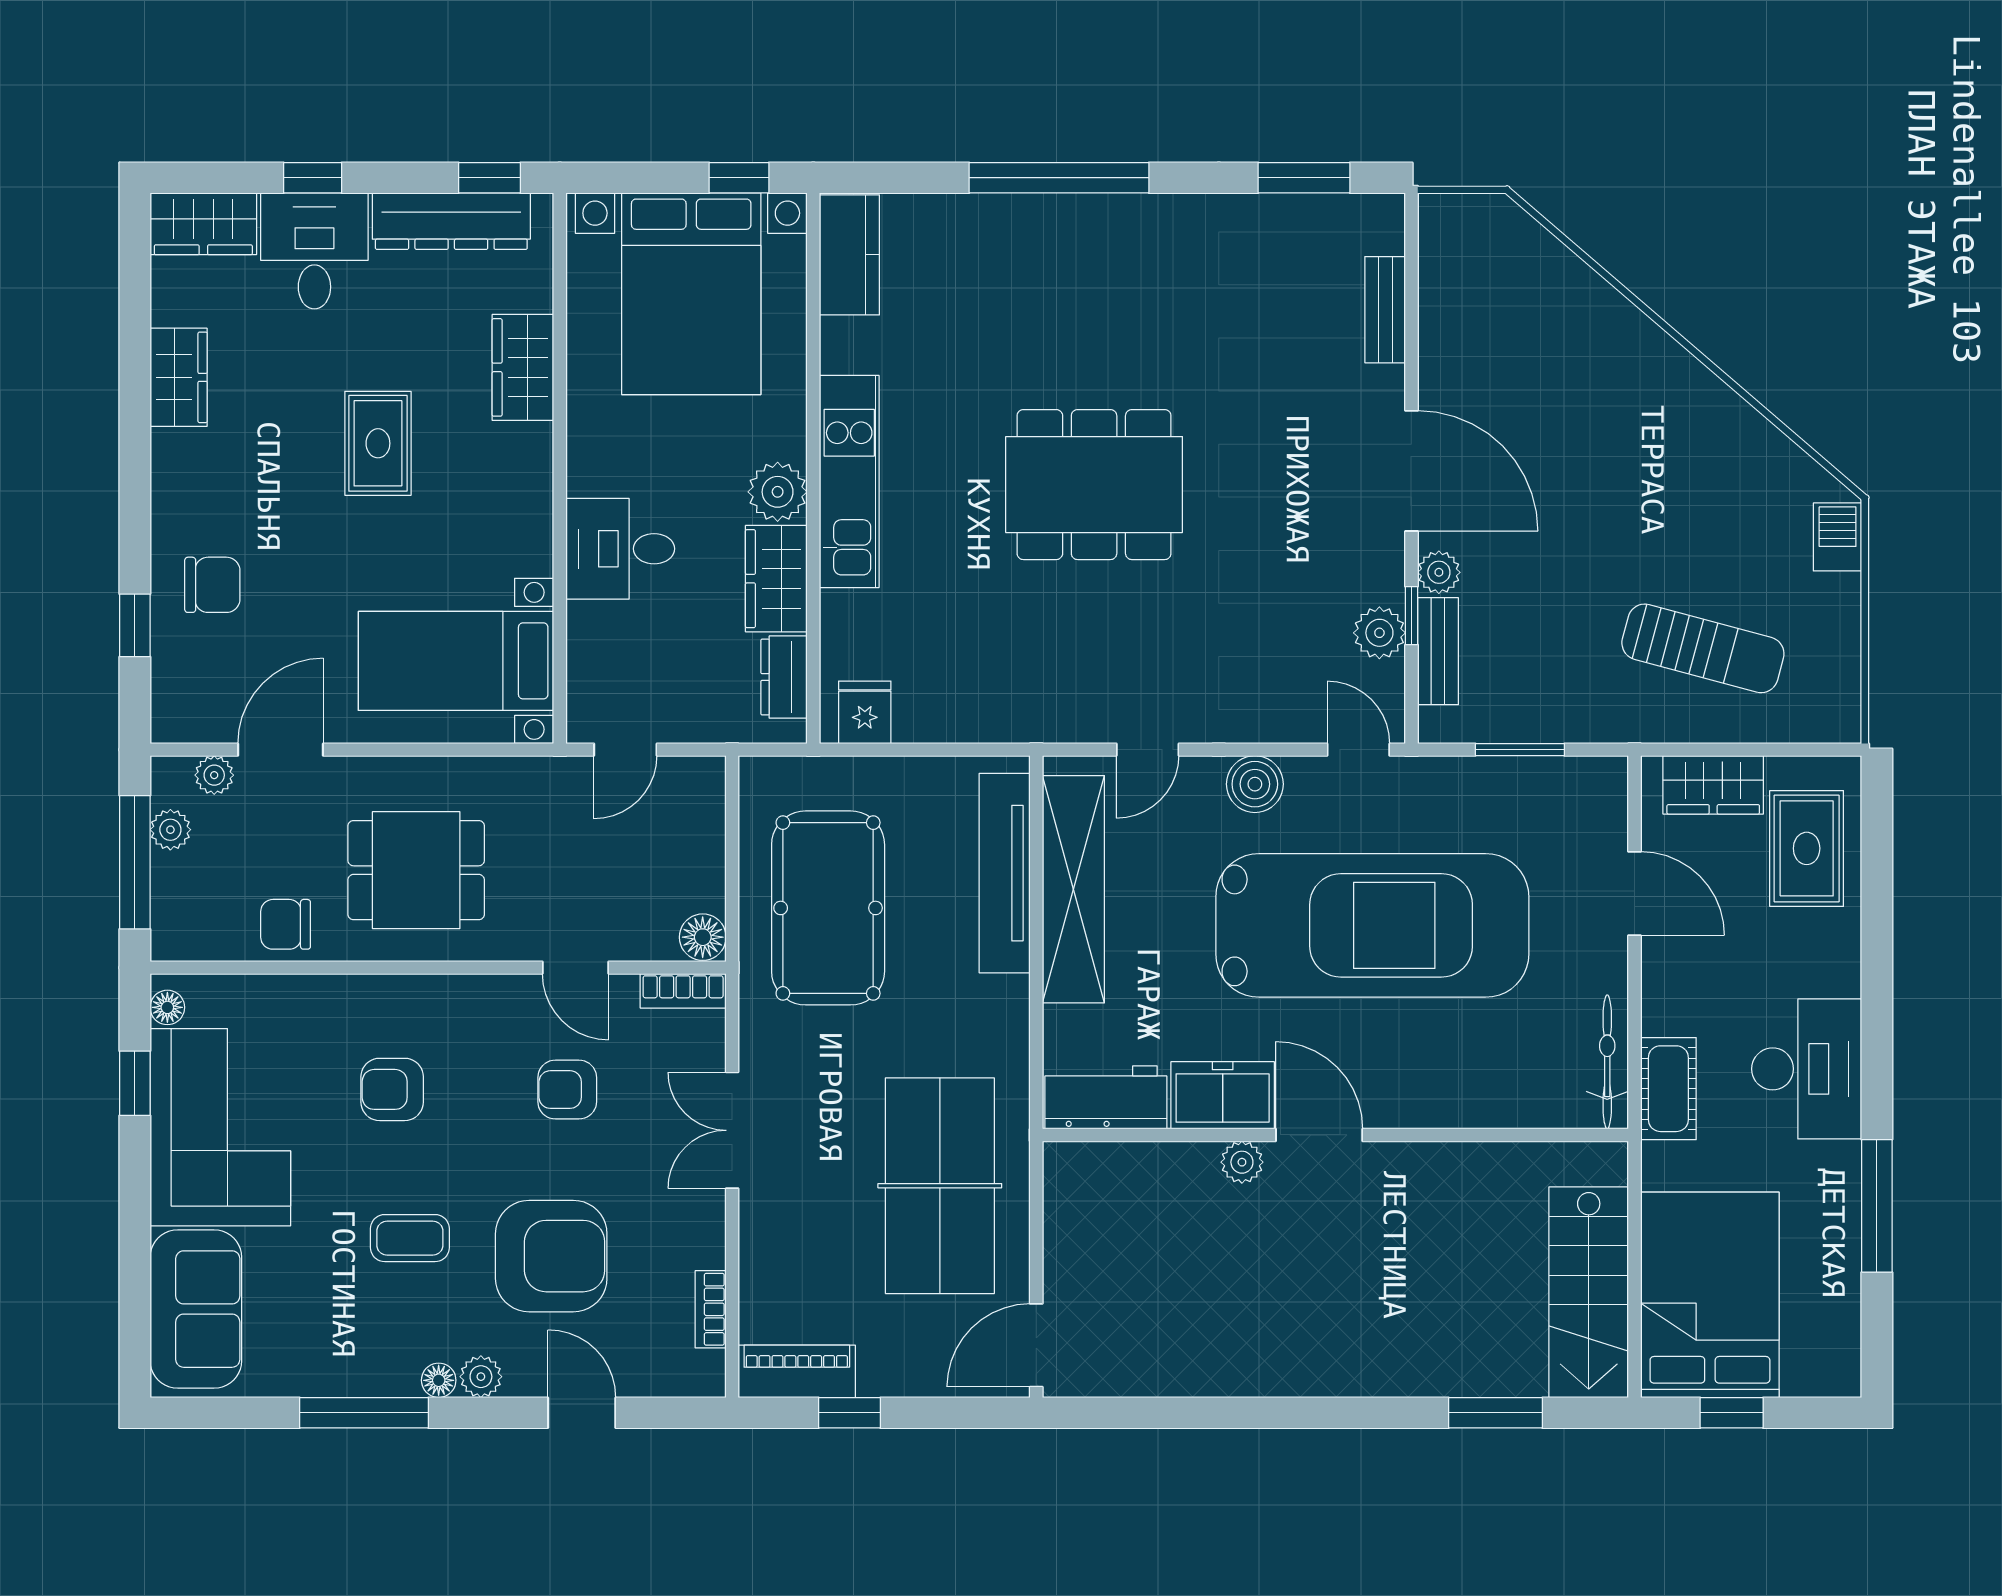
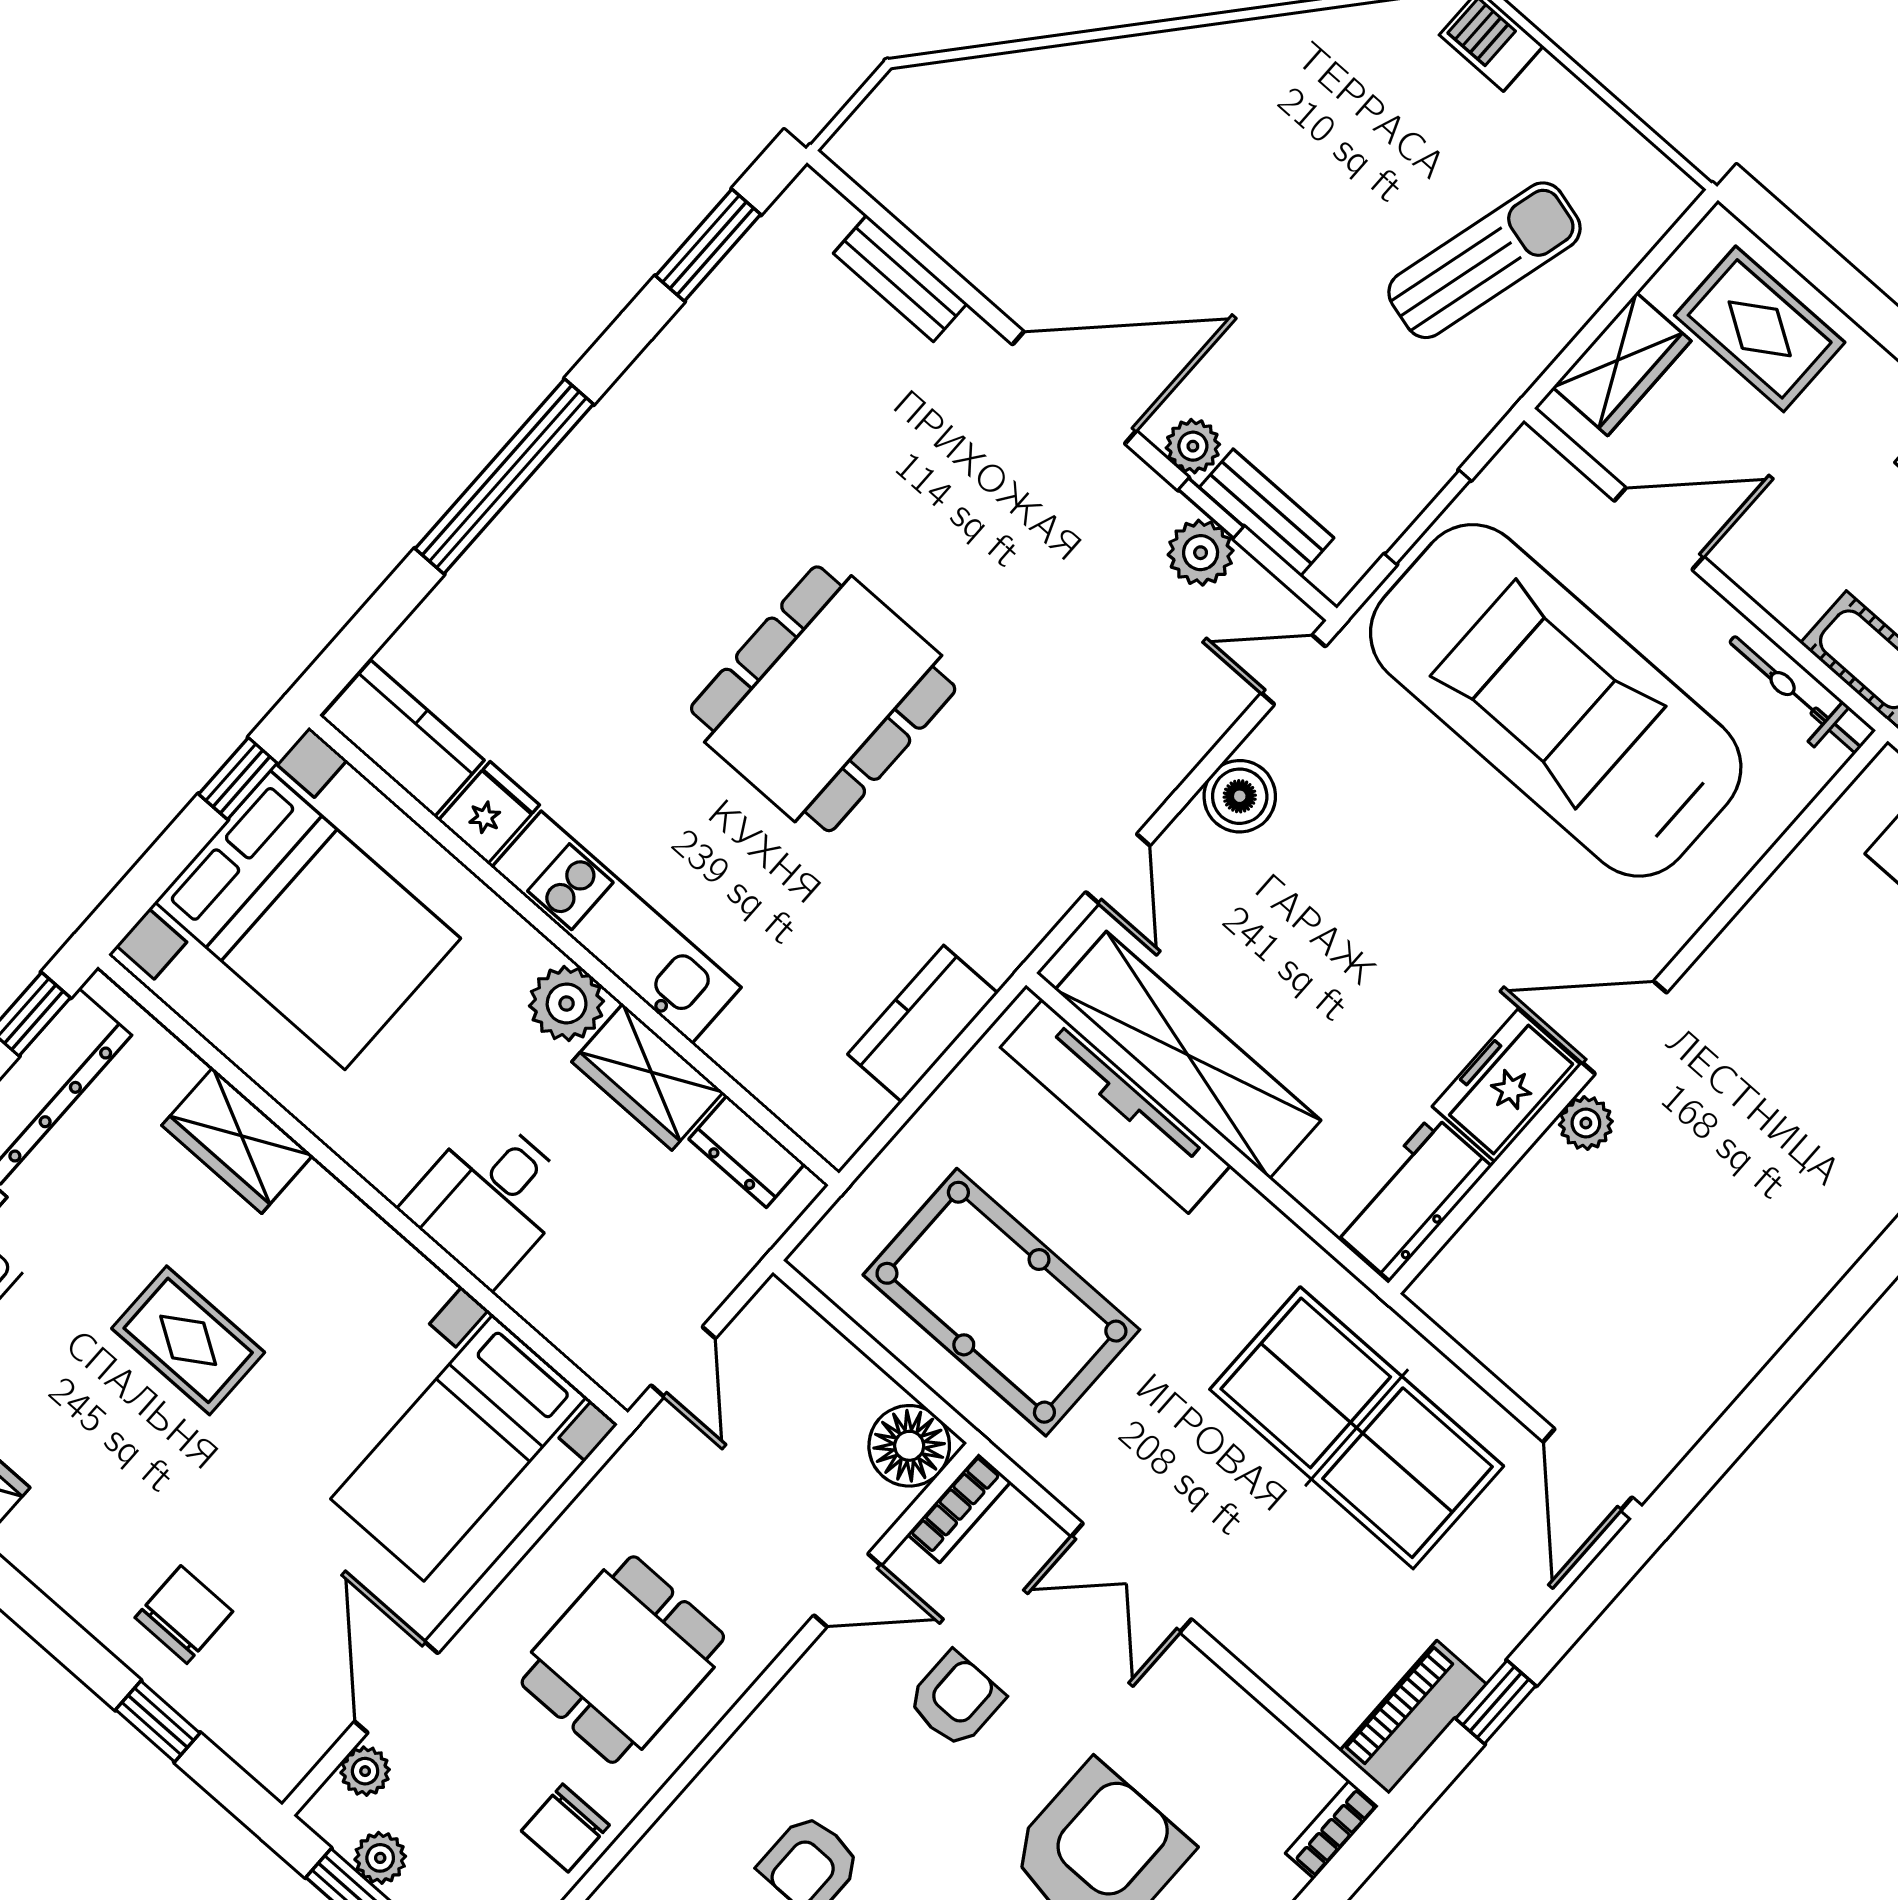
fridge: (865, 712) -> (489, 813), moved, turned 90
kitchen counter: (953, 715) -> (923, 1024), added
car: (1372, 925) -> (1556, 700), moved, turned -90
floor lamp: (703, 937) -> (909, 1446), width x1.38, depth x1.38
armchair: (567, 1090) -> (956, 1700), turned 180
bookcase: (711, 1309) -> (1332, 1830), moved, turned 90

